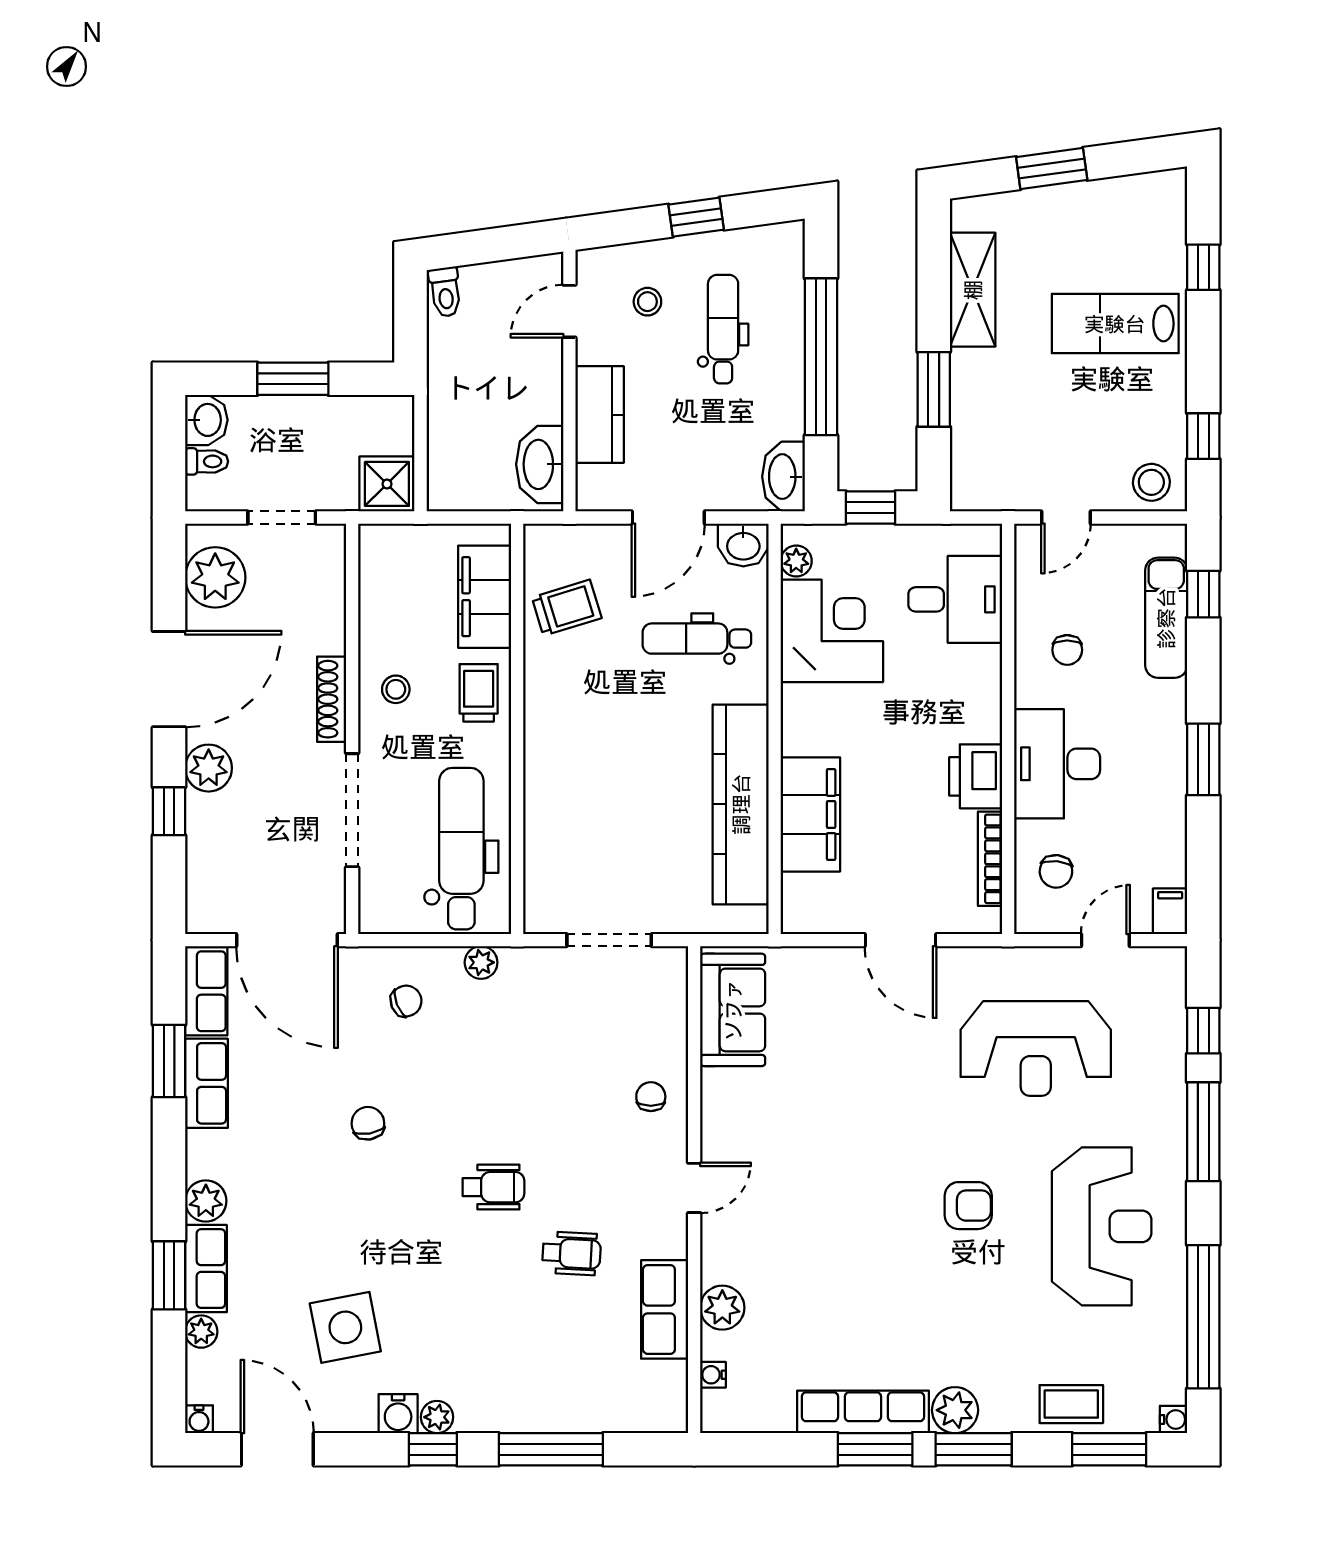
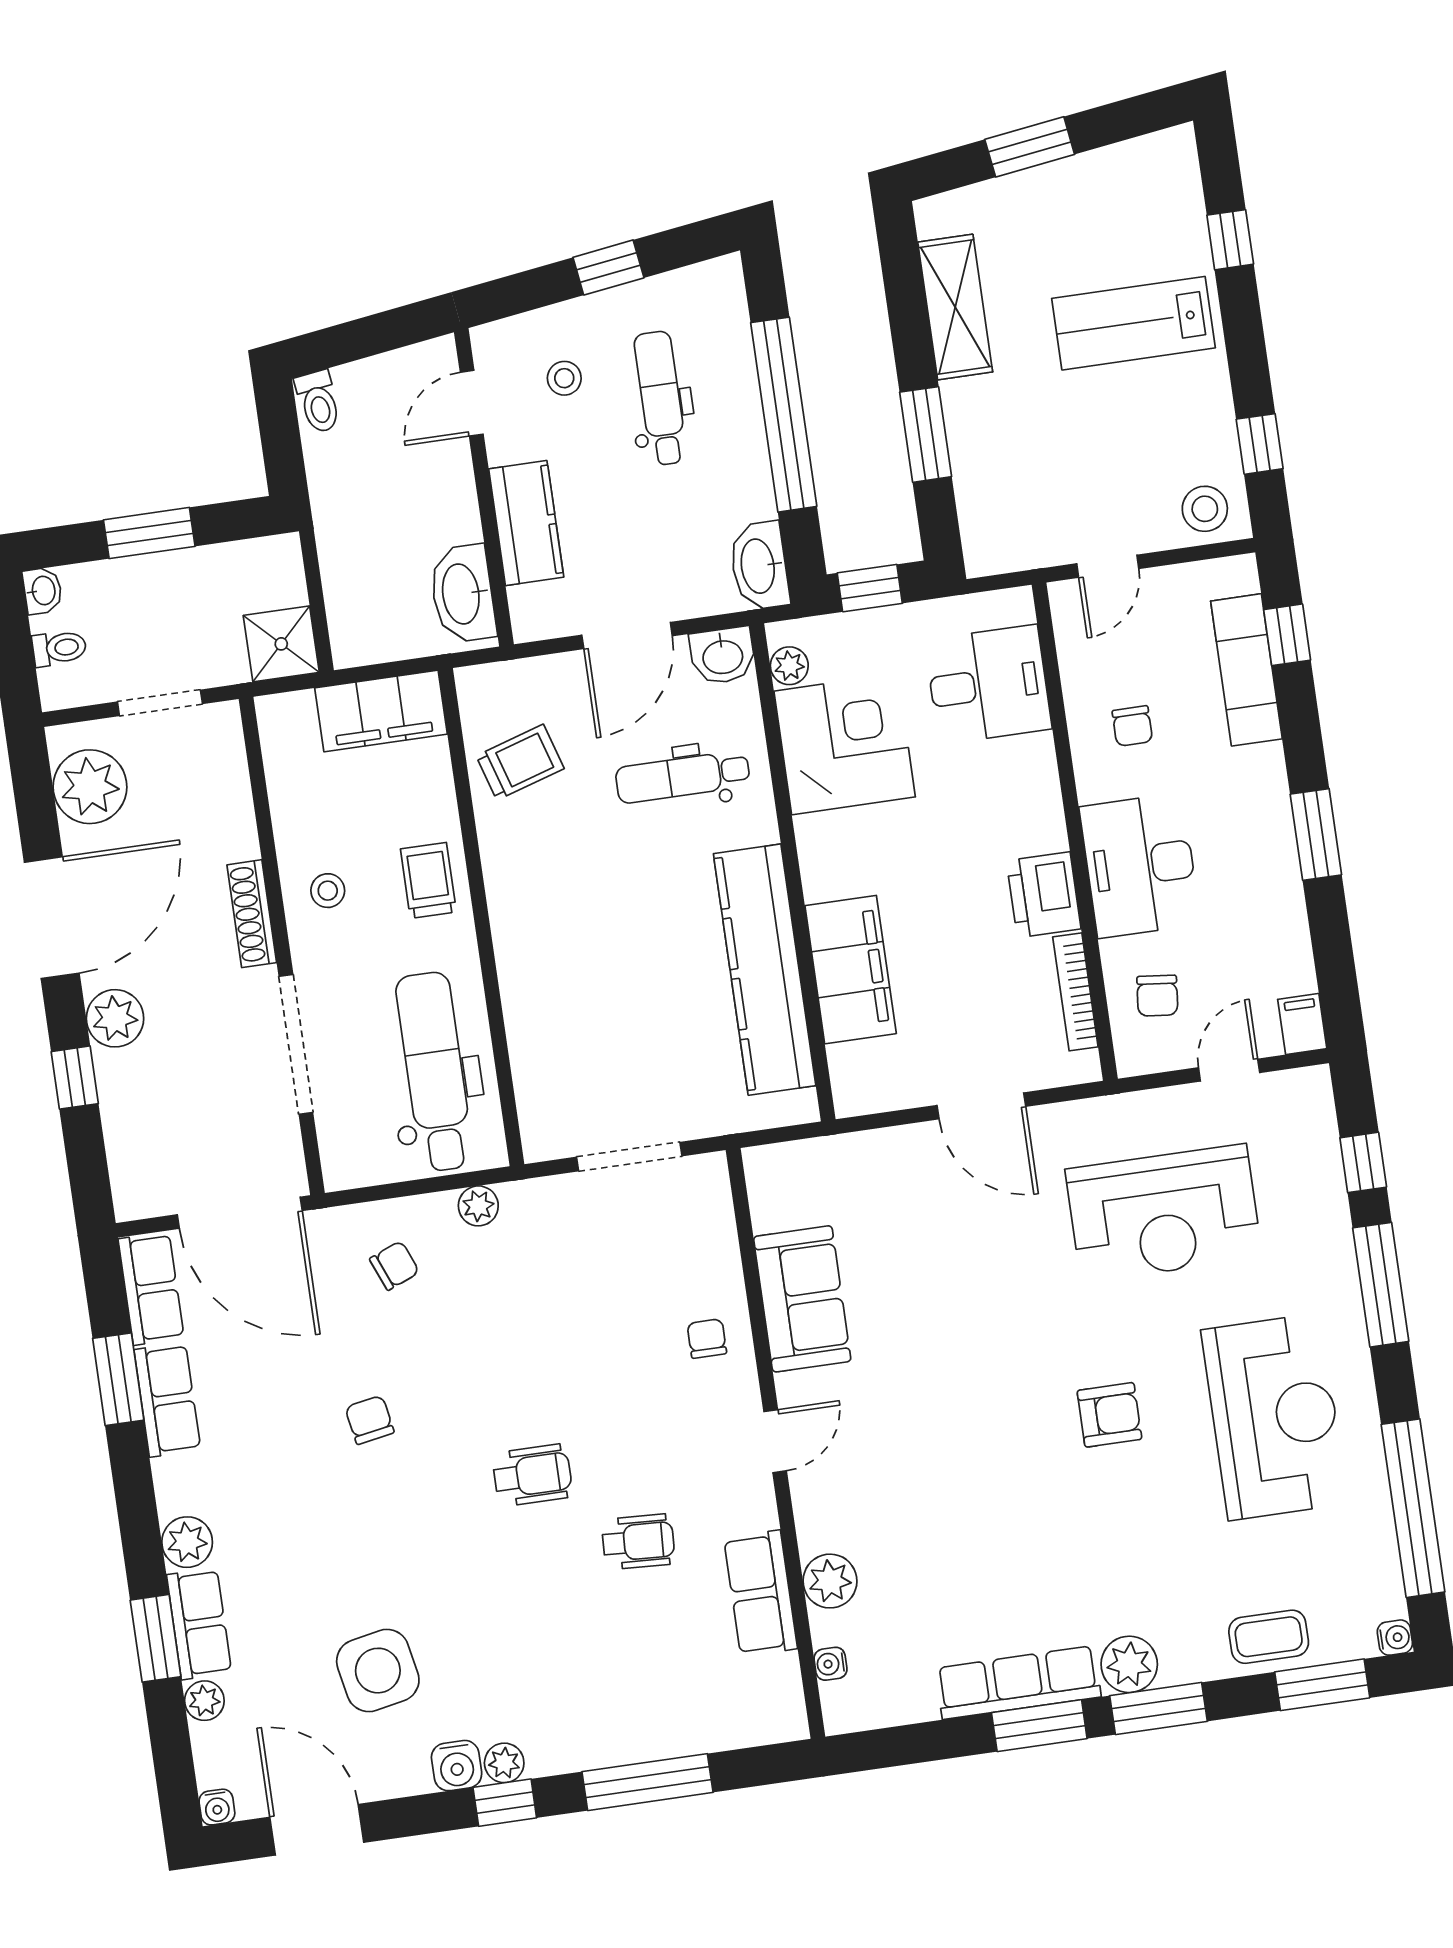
washbasin: (206, 420) -> (43, 591), width x0.72, depth x0.69
filing cabinet: (485, 597) -> (381, 711), moved, turned -90
sofa: (733, 1010) -> (802, 1299), moved

